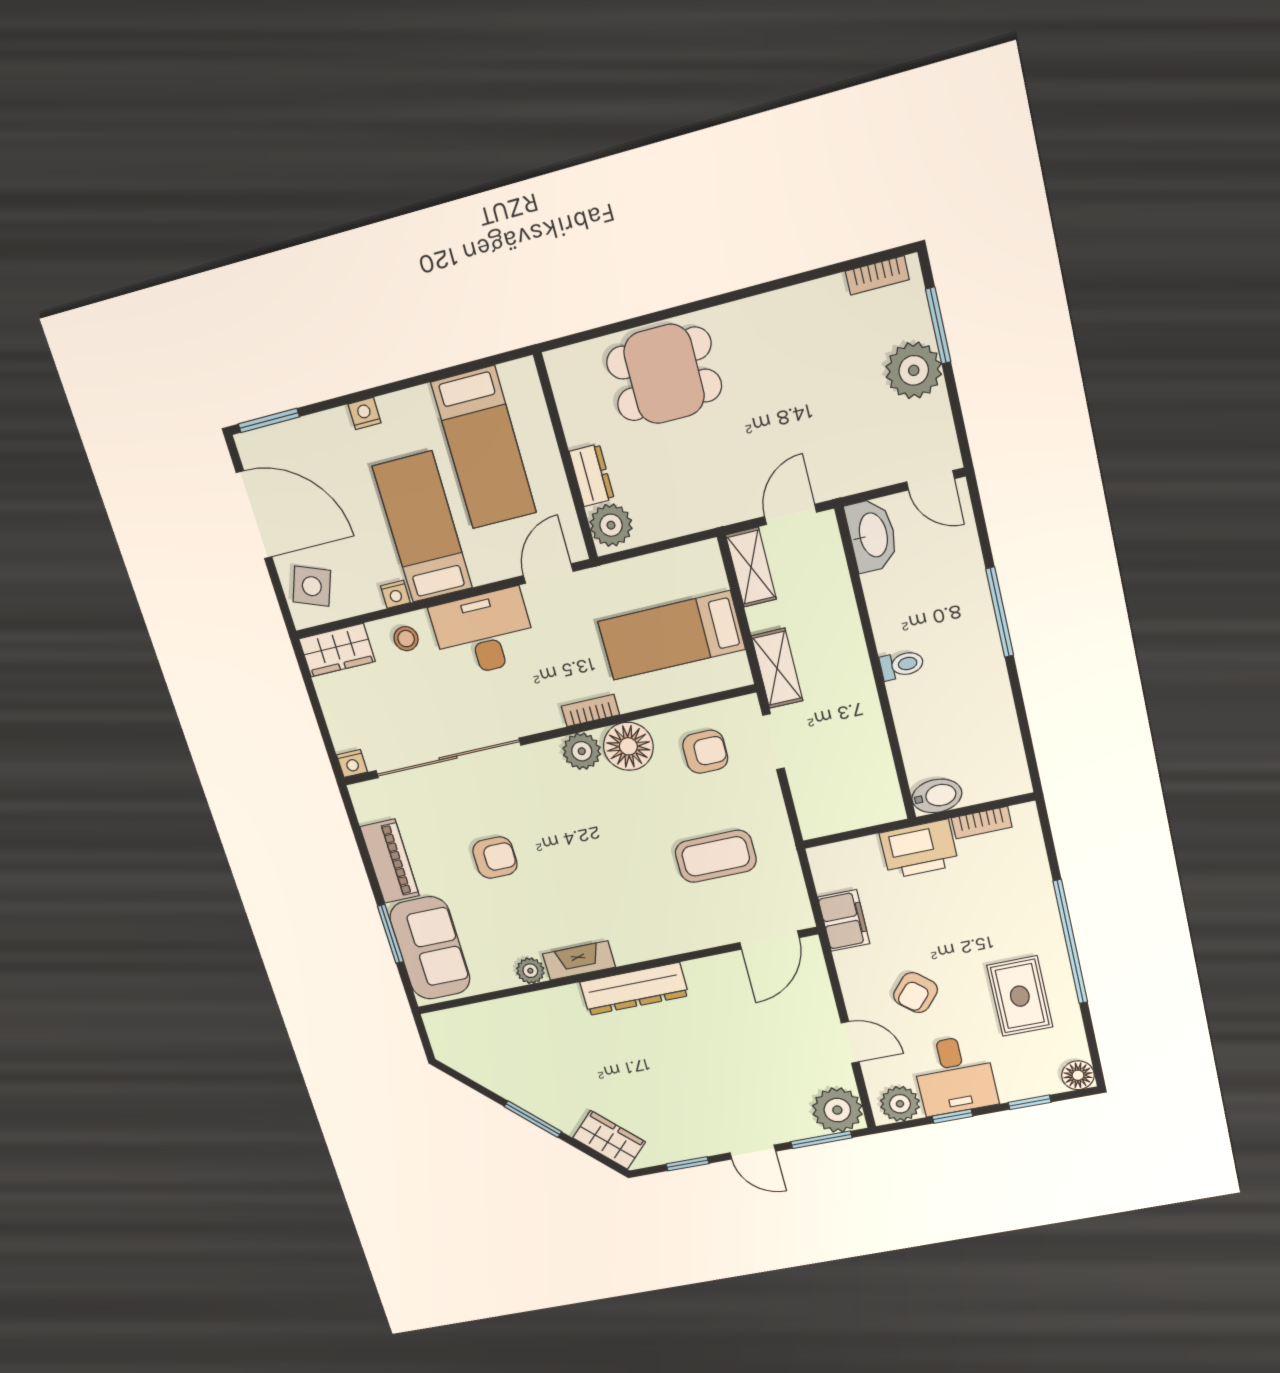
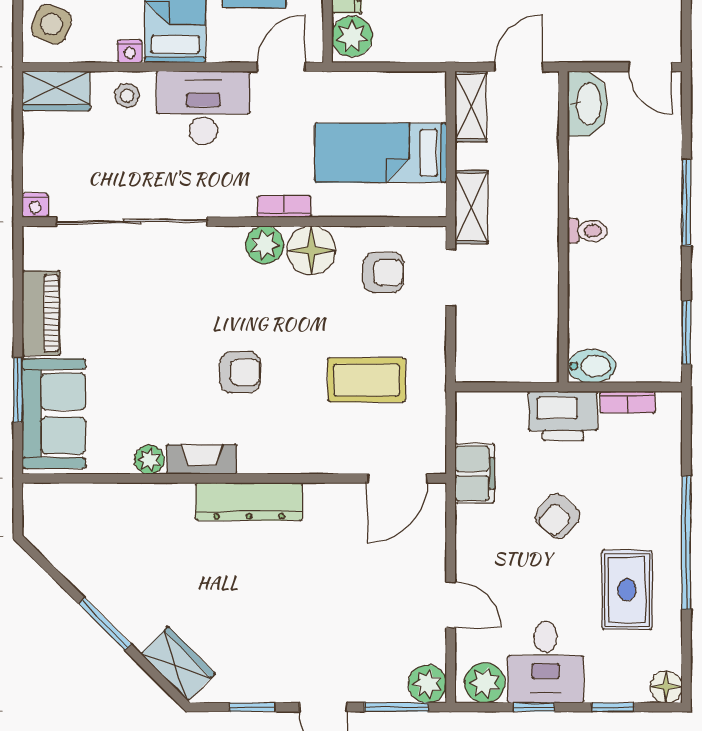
window: (1028, 742) -> (686, 332), added
armchair: (495, 858) -> (240, 372), moved
armchair: (916, 993) -> (557, 516), moved
plant: (837, 1110) -> (427, 684), width x0.73, depth x0.73

